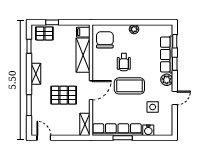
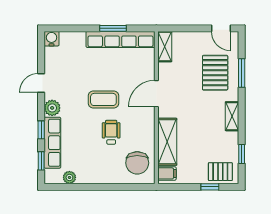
plant: (134, 29) -> (69, 177), moved
coffee table: (129, 86) -> (103, 99), width x0.73, depth x0.76
pallet: (64, 95) -> (215, 73), moved, turned 90
side table: (153, 107) -> (71, 70), removed
water cooler: (148, 130) -> (52, 39), moved

